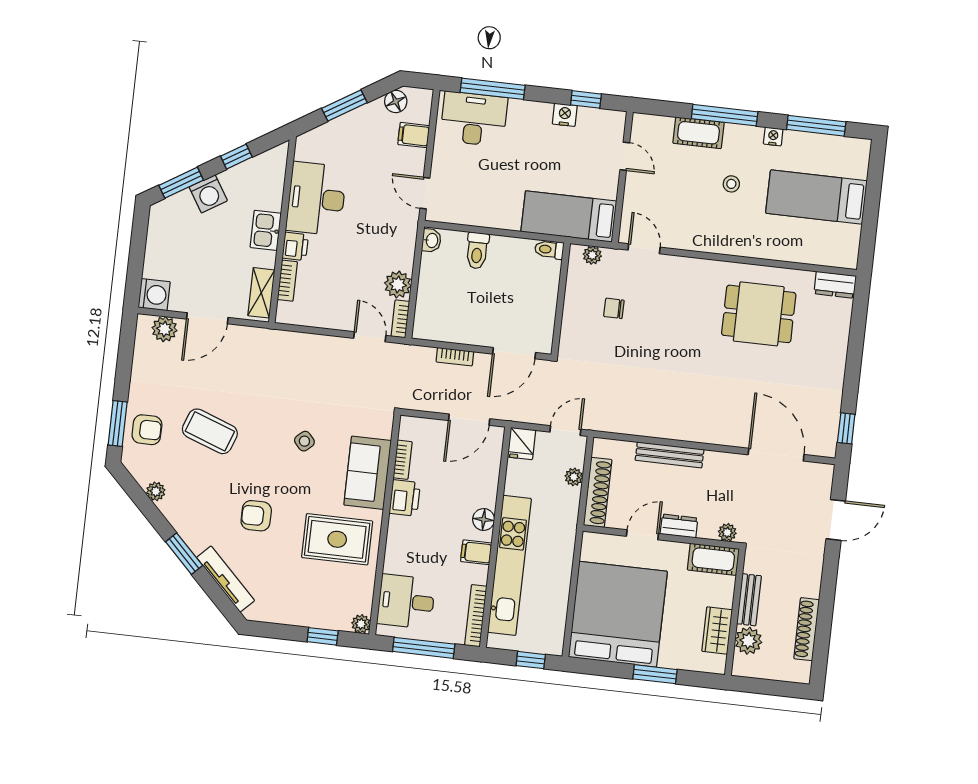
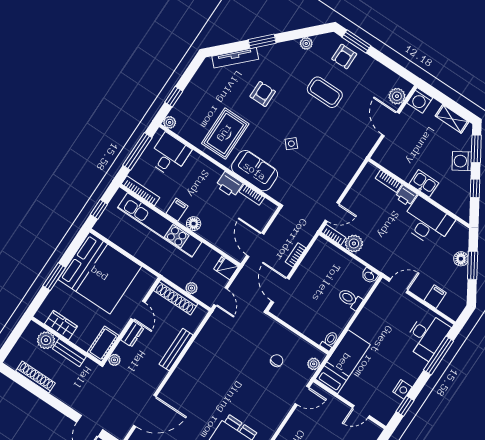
floor lamp: (396, 101) -> (461, 259), moved
shelving: (261, 293) -> (452, 119), moved
coffee table: (210, 431) -> (325, 92), turned 70

